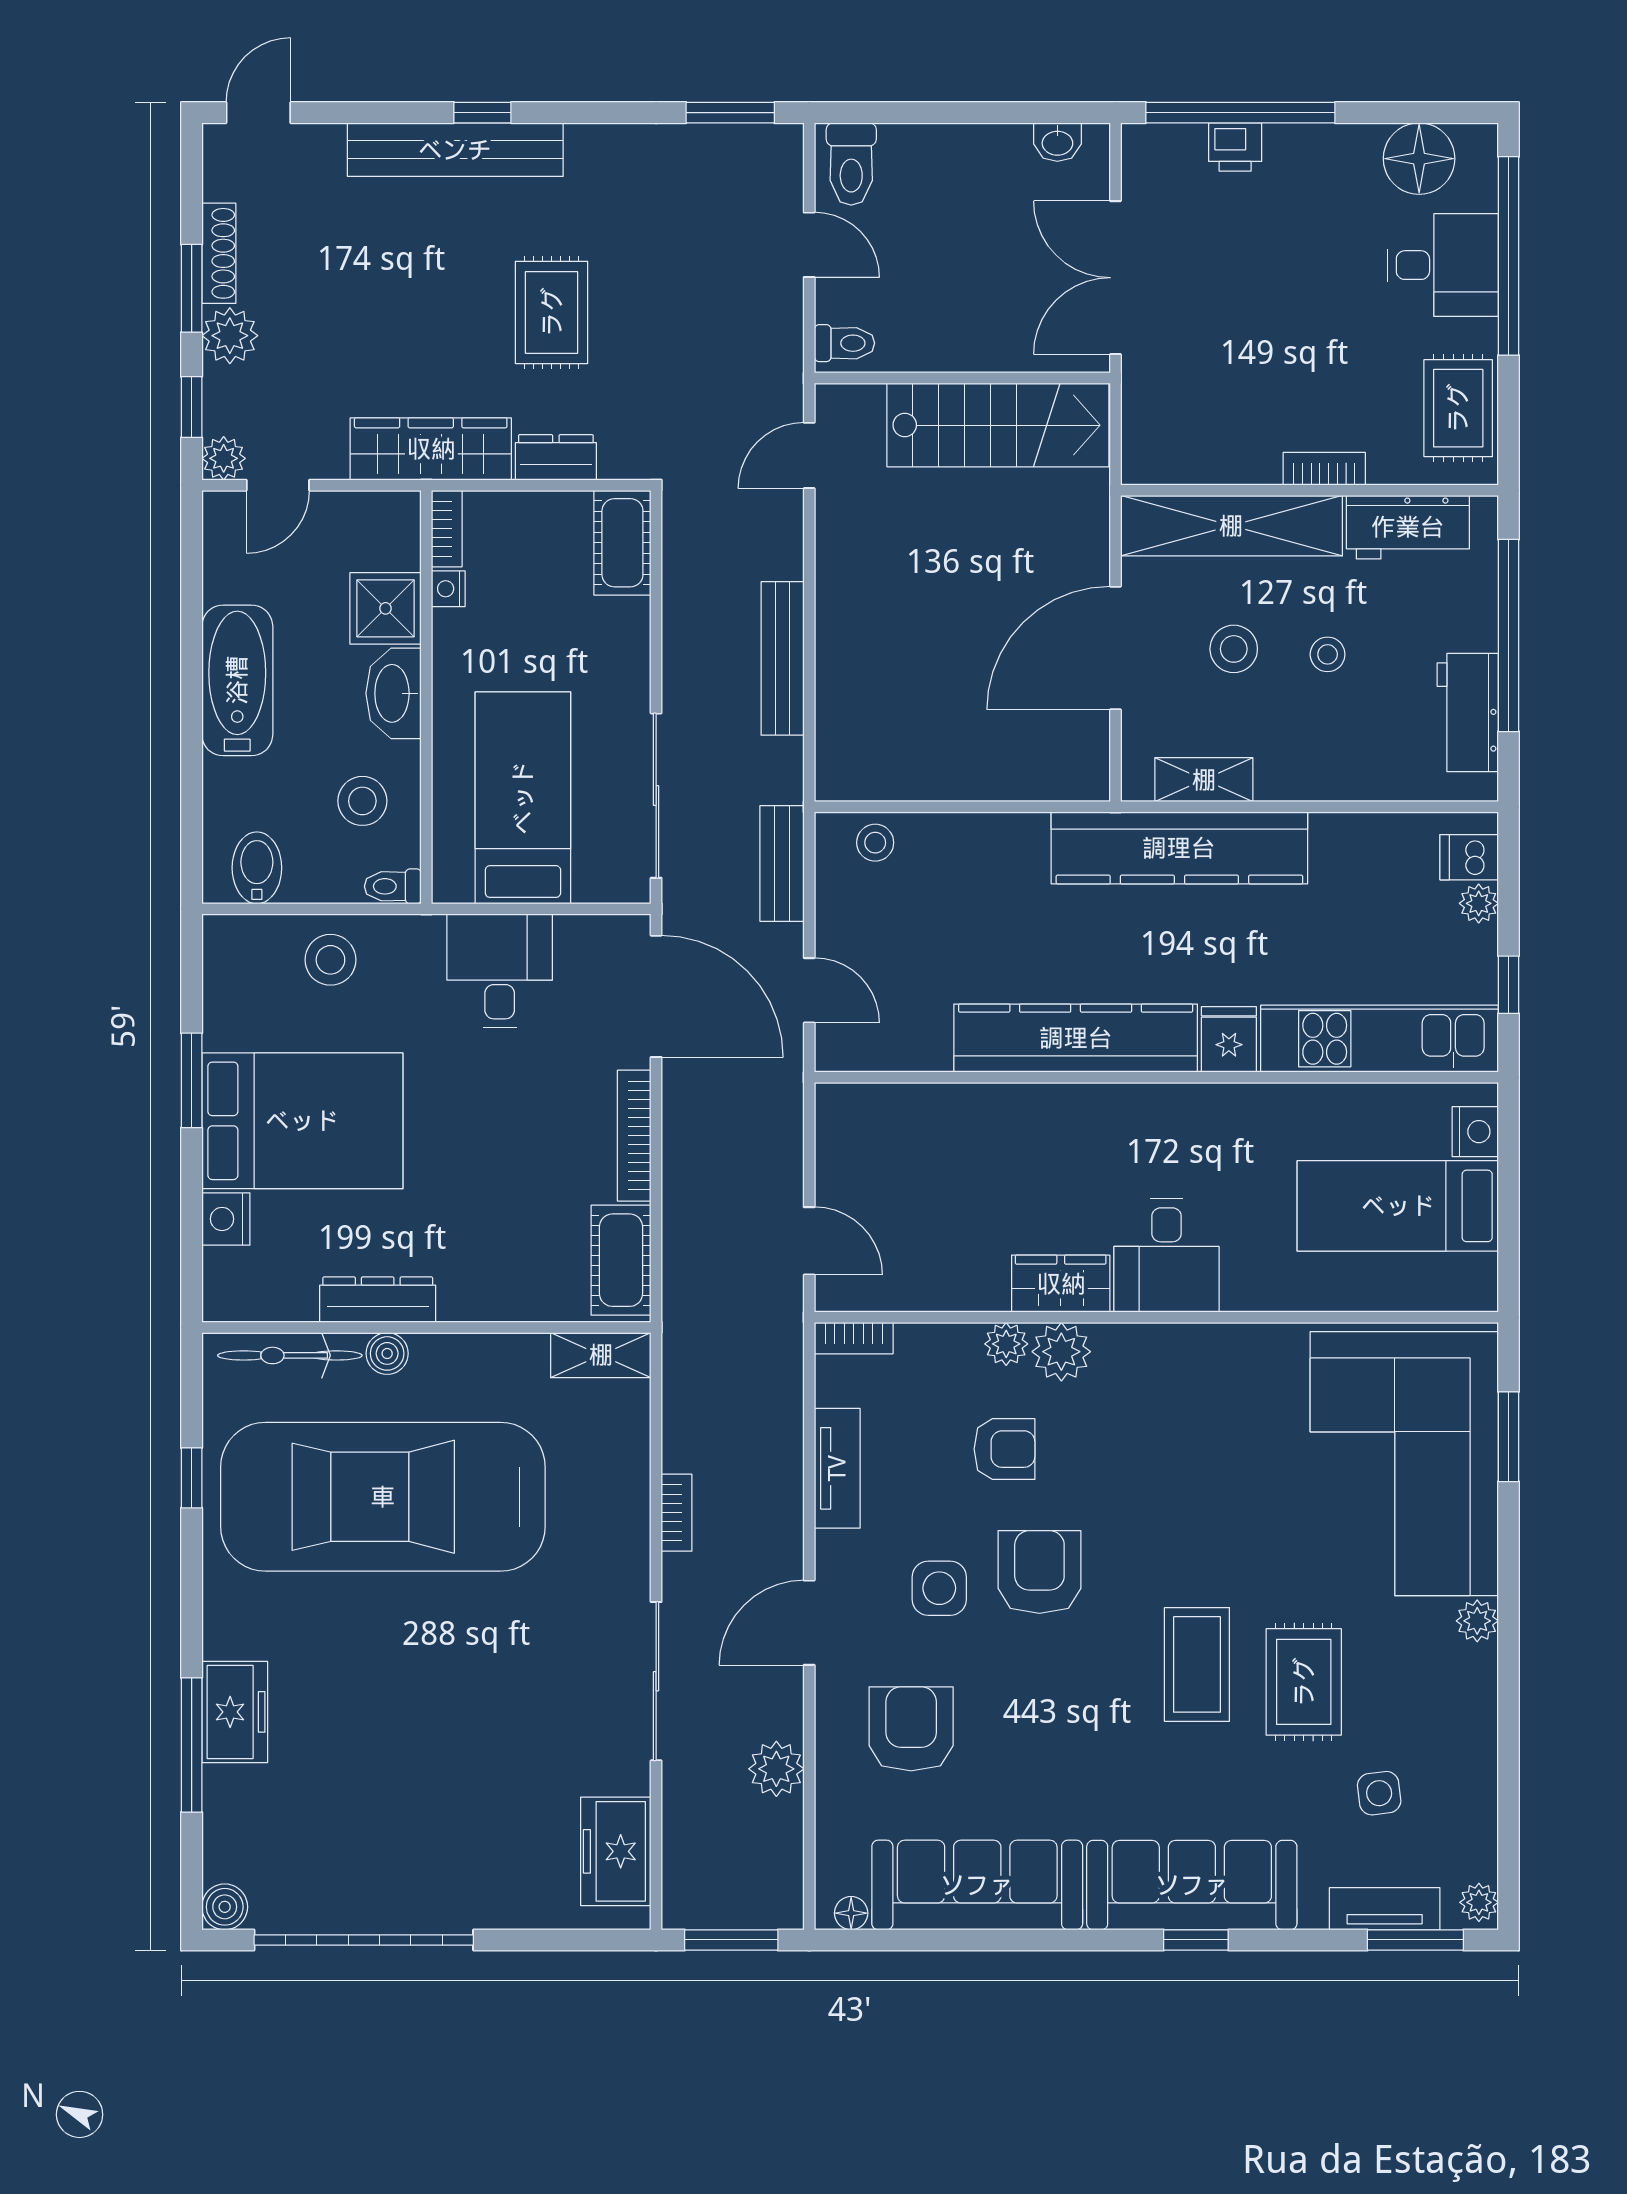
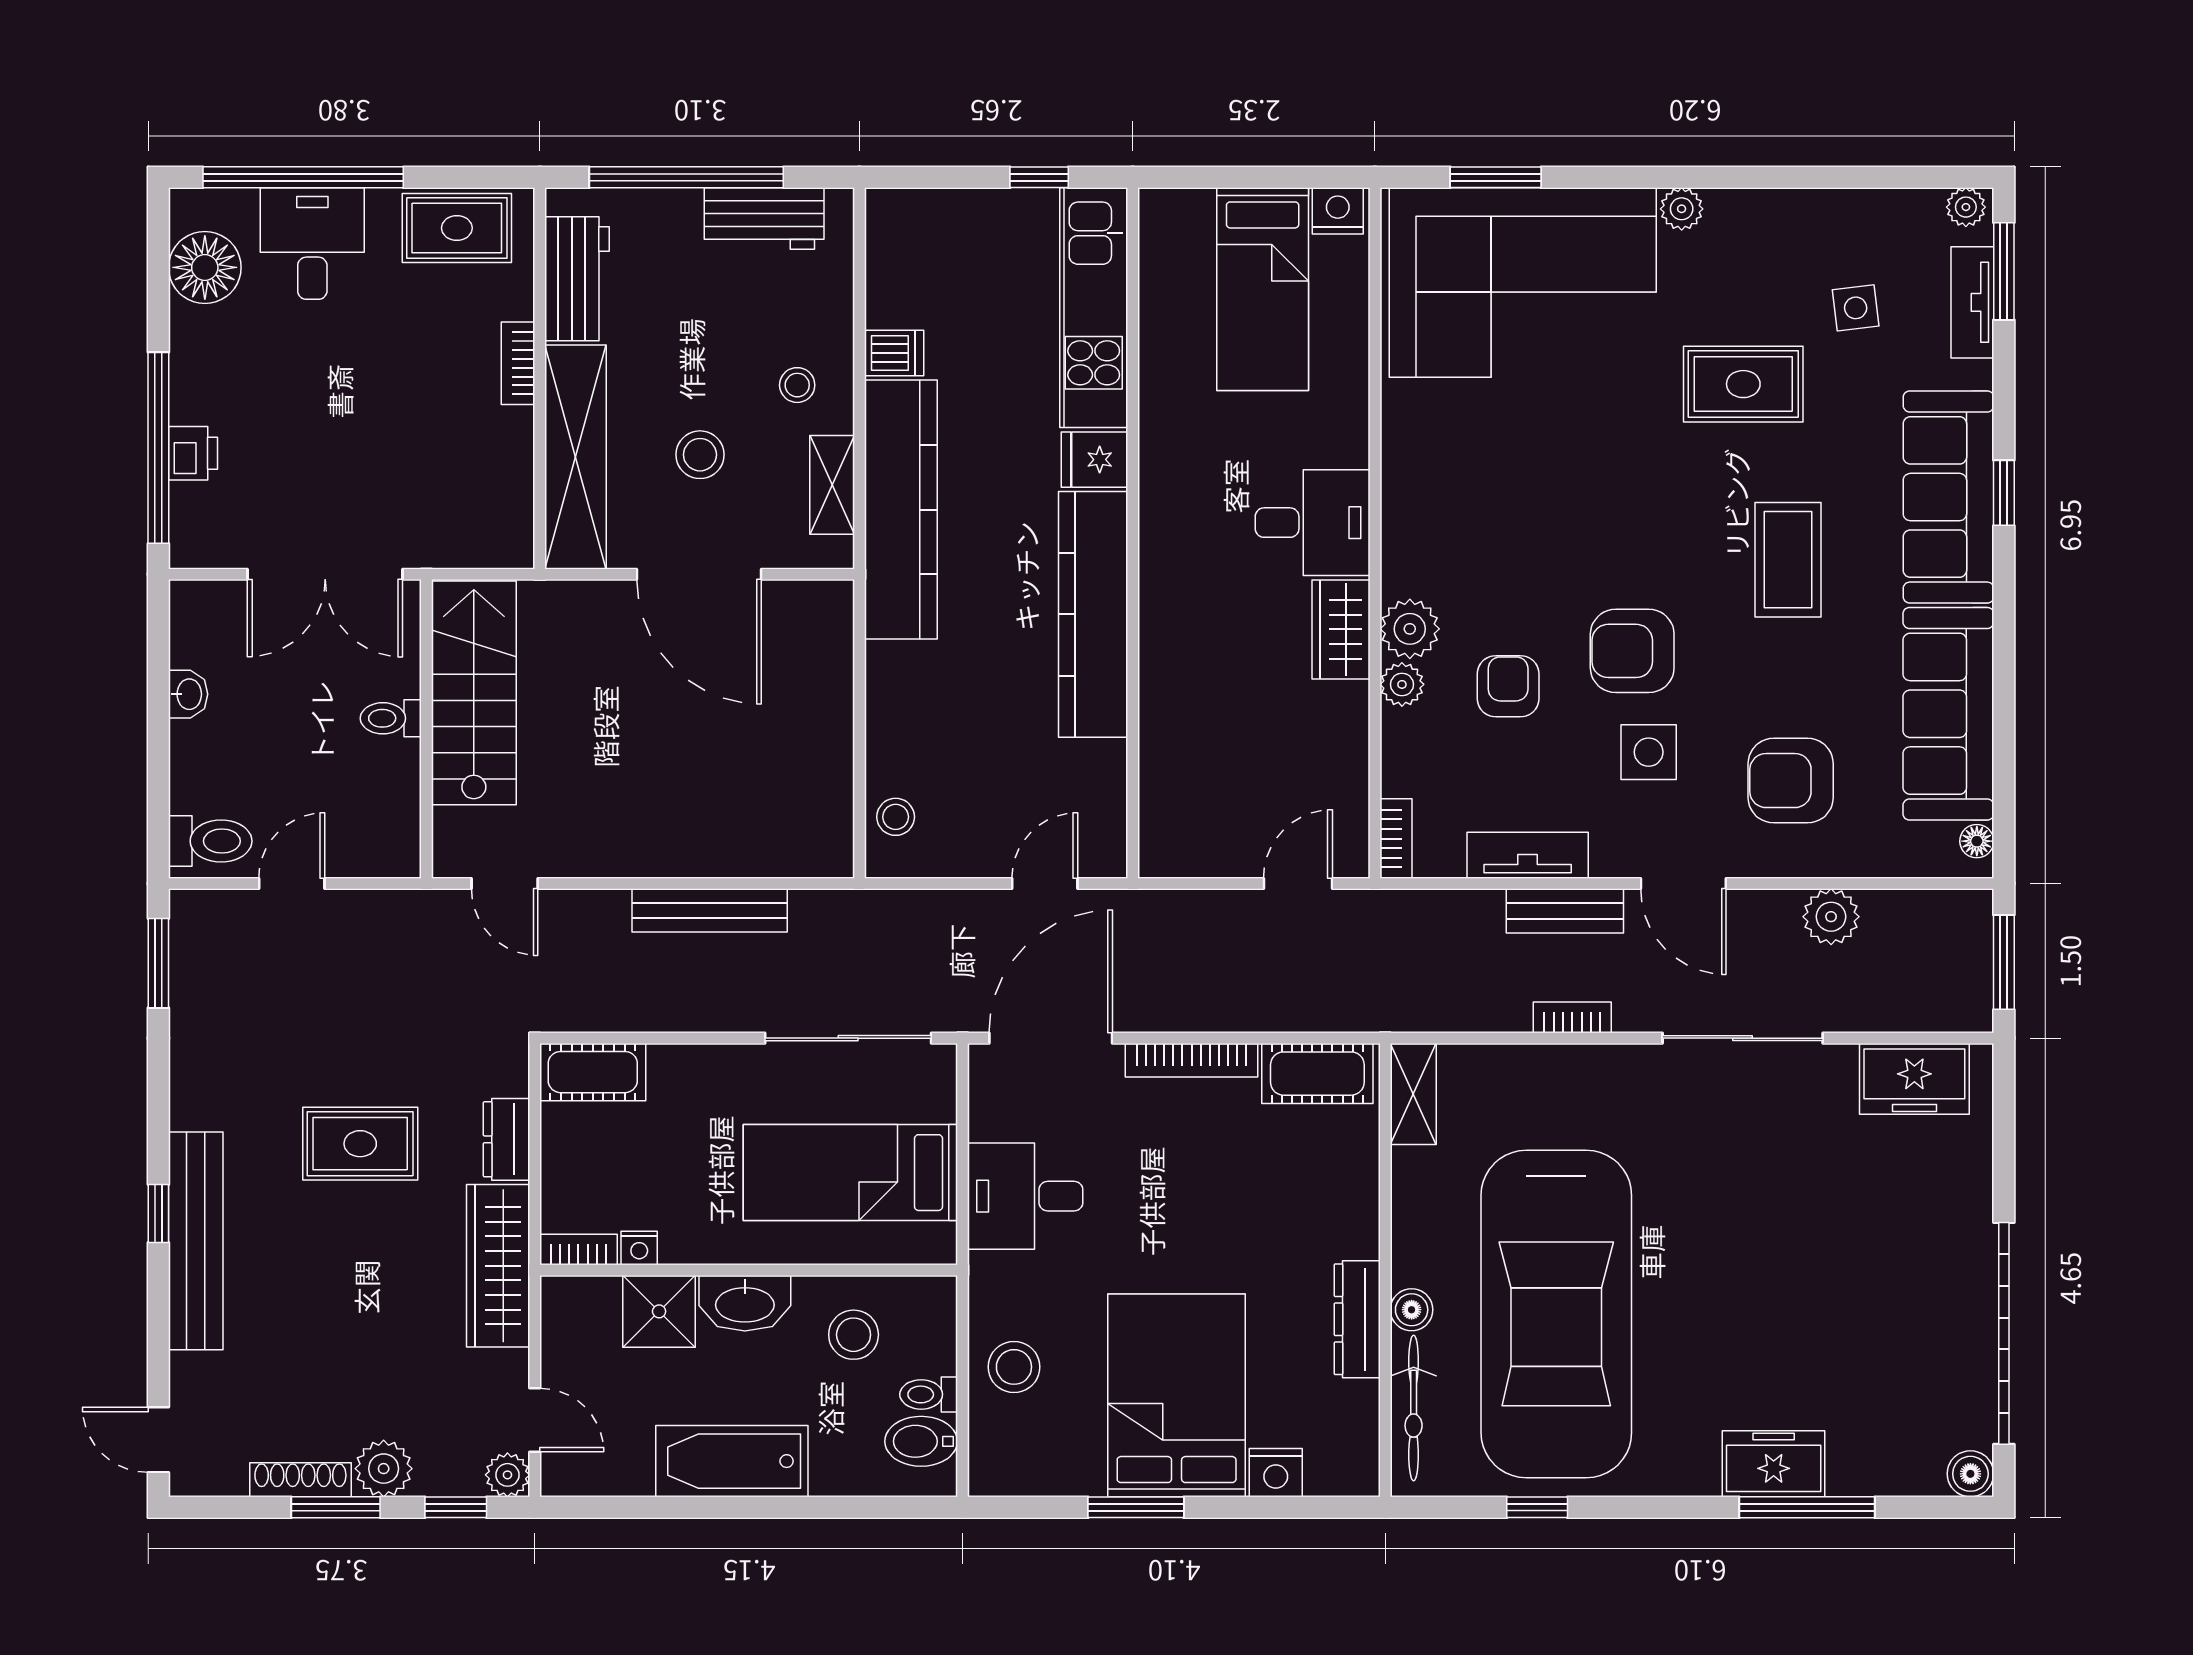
washbasin: (1057, 142) -> (188, 694), moved
toilet: (844, 343) -> (391, 718), moved, turned -90
stool: (1328, 654) -> (797, 385), moved
dishwasher: (1469, 857) -> (894, 353), moved, turned -90
bench: (782, 863) -> (1565, 911), moved
toilet: (393, 886) -> (929, 1394), moved, turned 90
plant: (1479, 903) -> (957, 207), removed
nightstand: (1475, 1132) -> (1338, 211), moved
coffee table: (1197, 1664) -> (1788, 560), moved, turned 90

